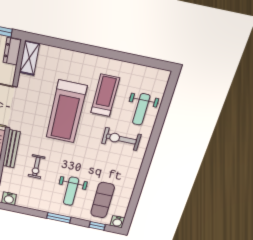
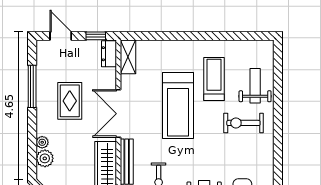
weight bench: (141, 109) -> (255, 86), turned 180

